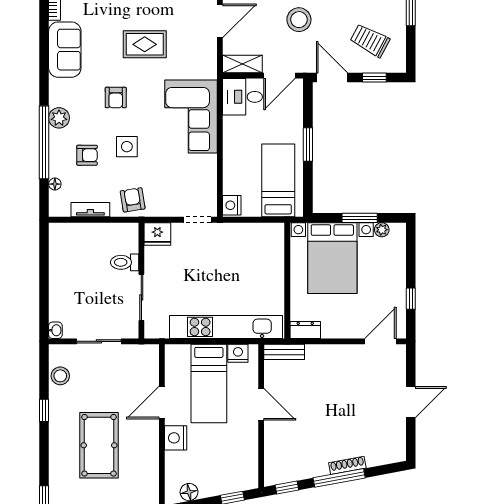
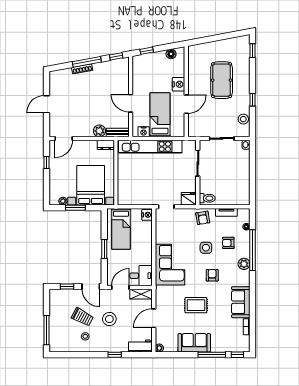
trolley: (370, 41) -> (82, 317), moved
toilet: (125, 262) -> (207, 198), moved
plant: (317, 355) -> (99, 131), added

